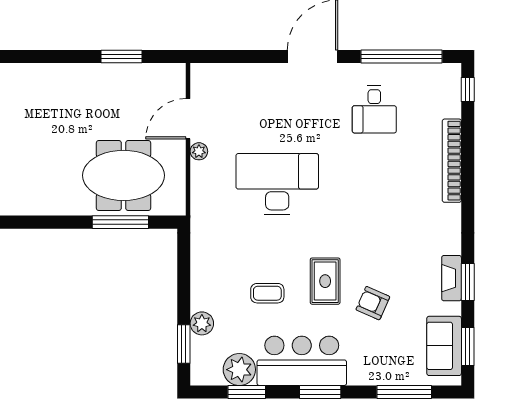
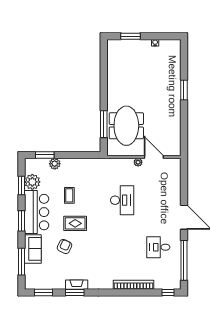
window: (121, 56) -> (184, 90), moved
desk: (277, 184) -> (122, 200), width x0.73, depth x0.77
sofa: (444, 346) -> (33, 249), moved, turned 90

